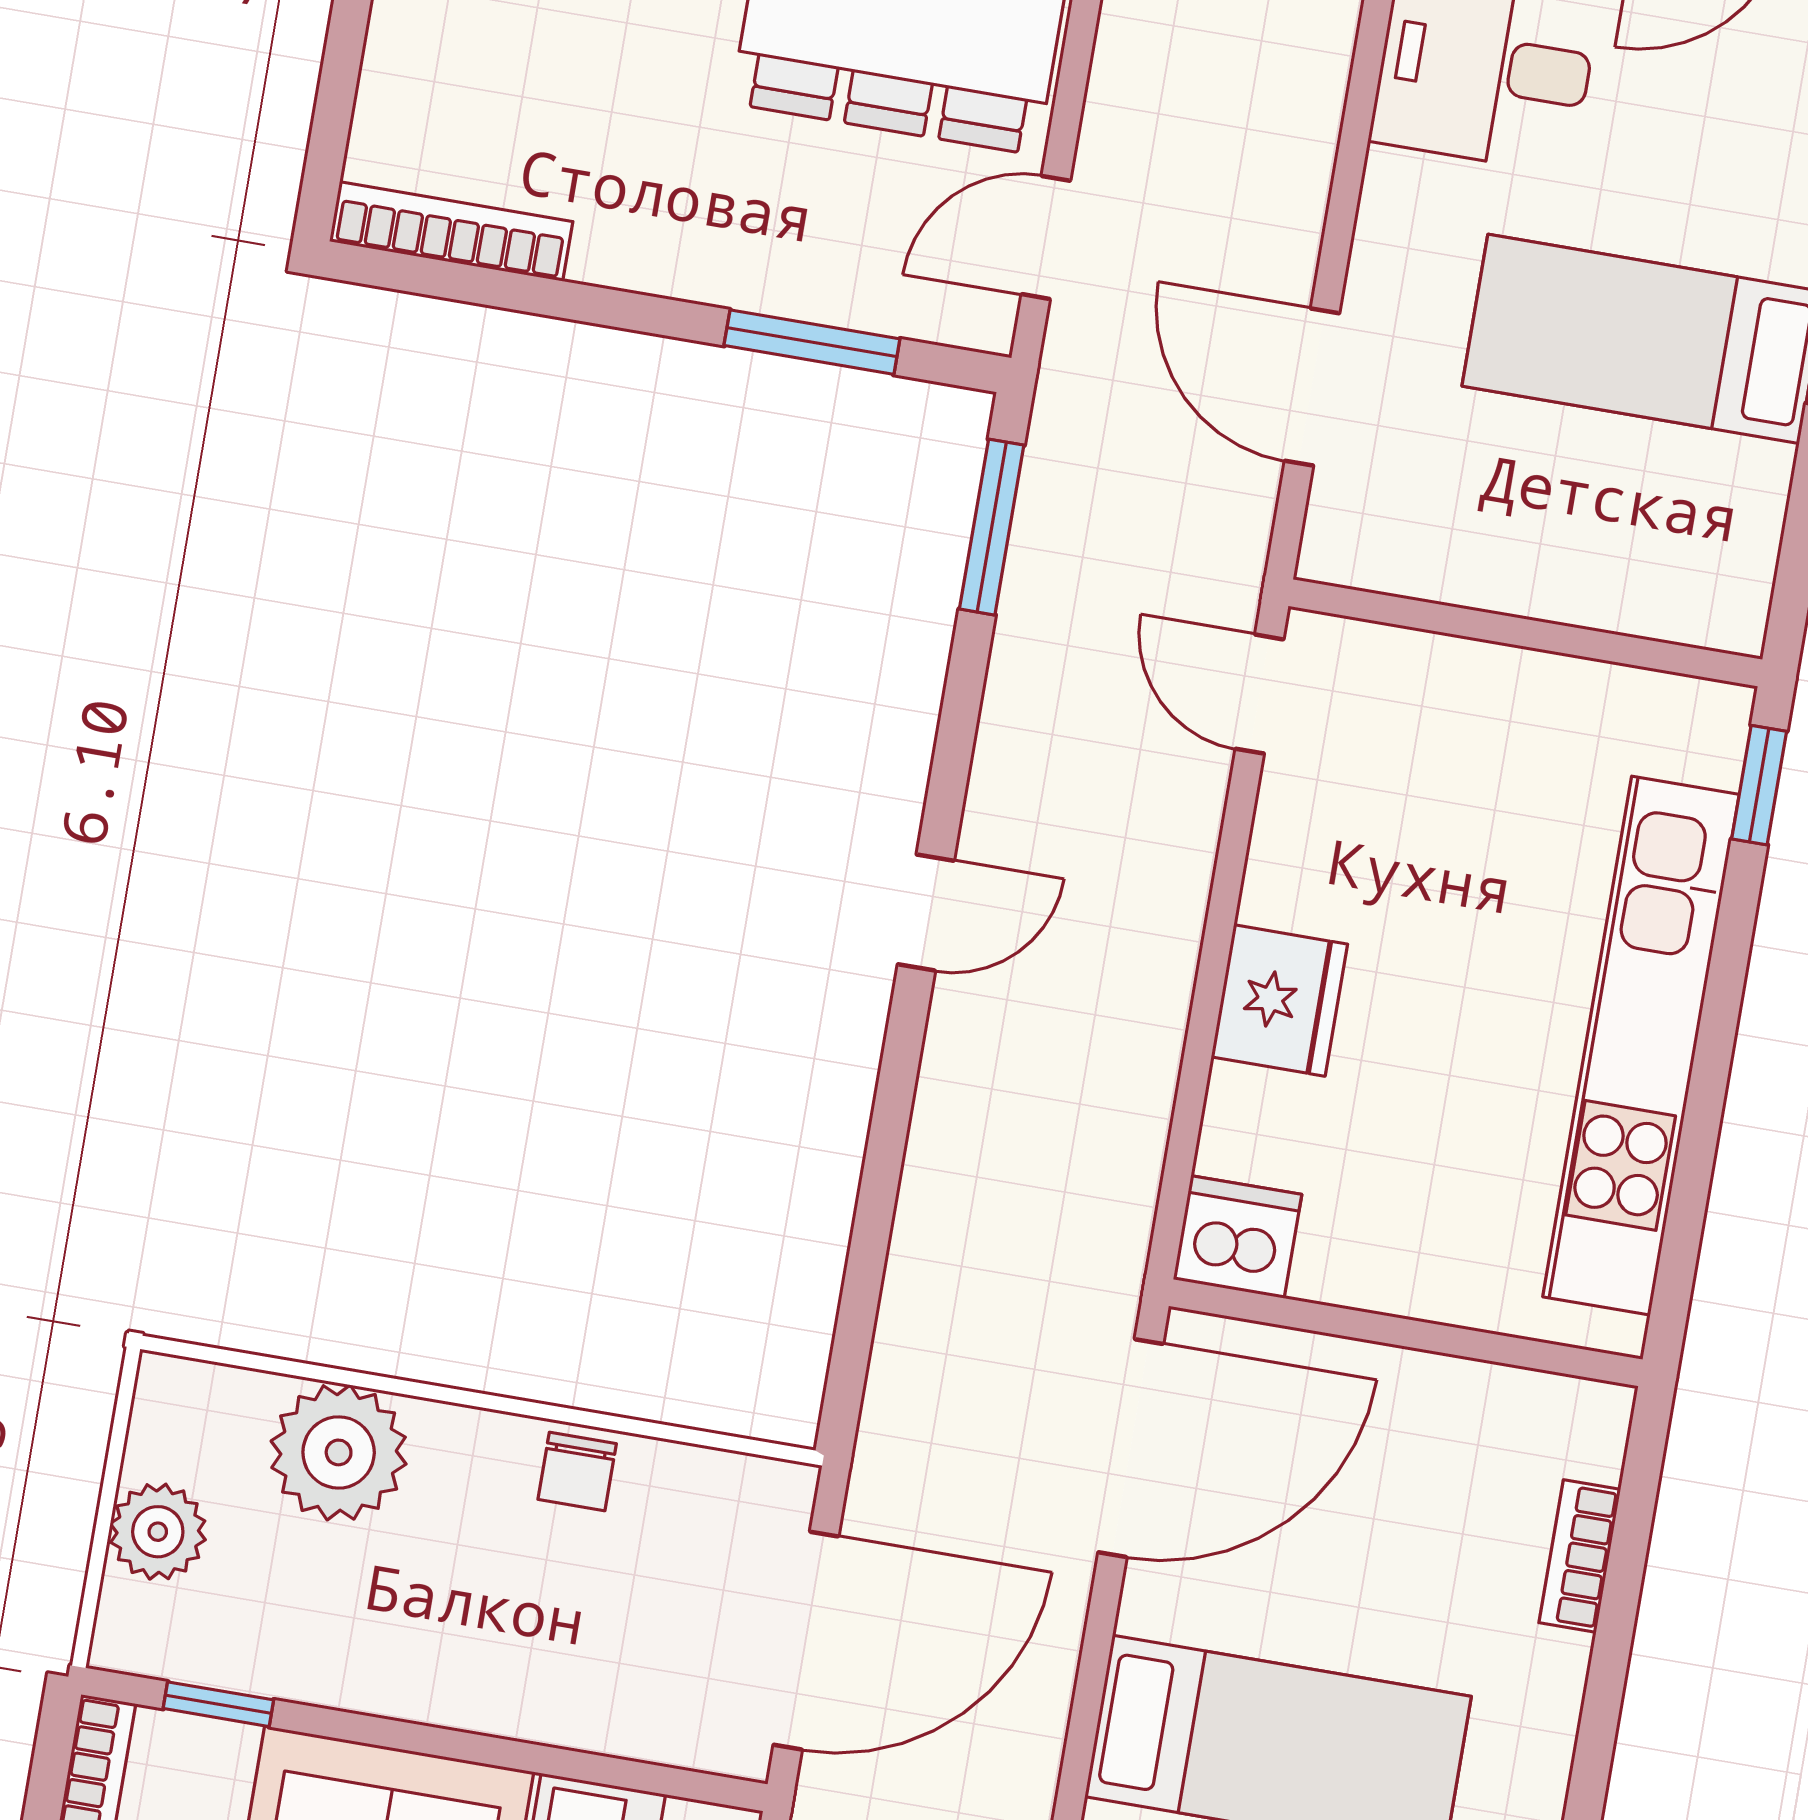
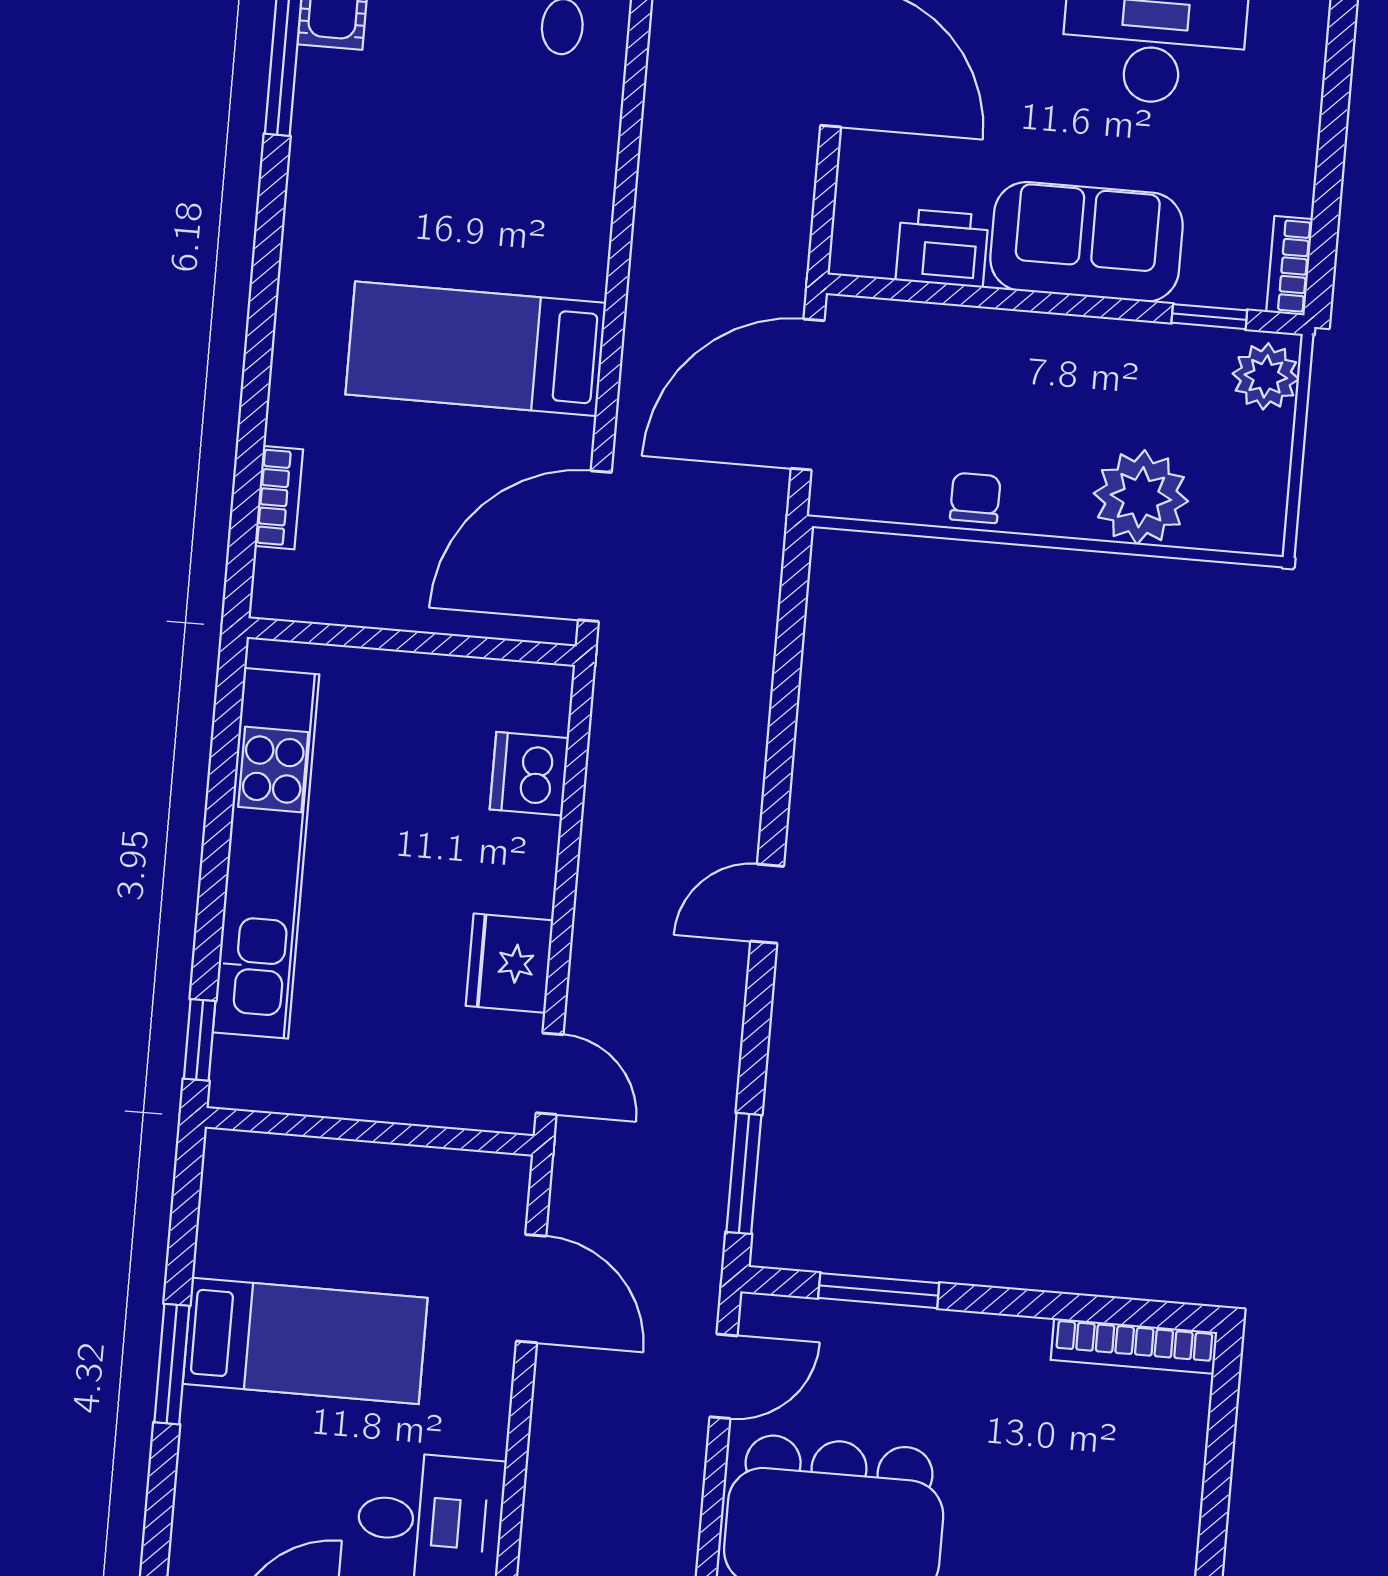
fridge: (1279, 1001) -> (510, 963), moved
dishwasher: (1238, 1237) -> (529, 774), moved, turned 90
plant: (158, 1532) -> (1266, 376), moved

